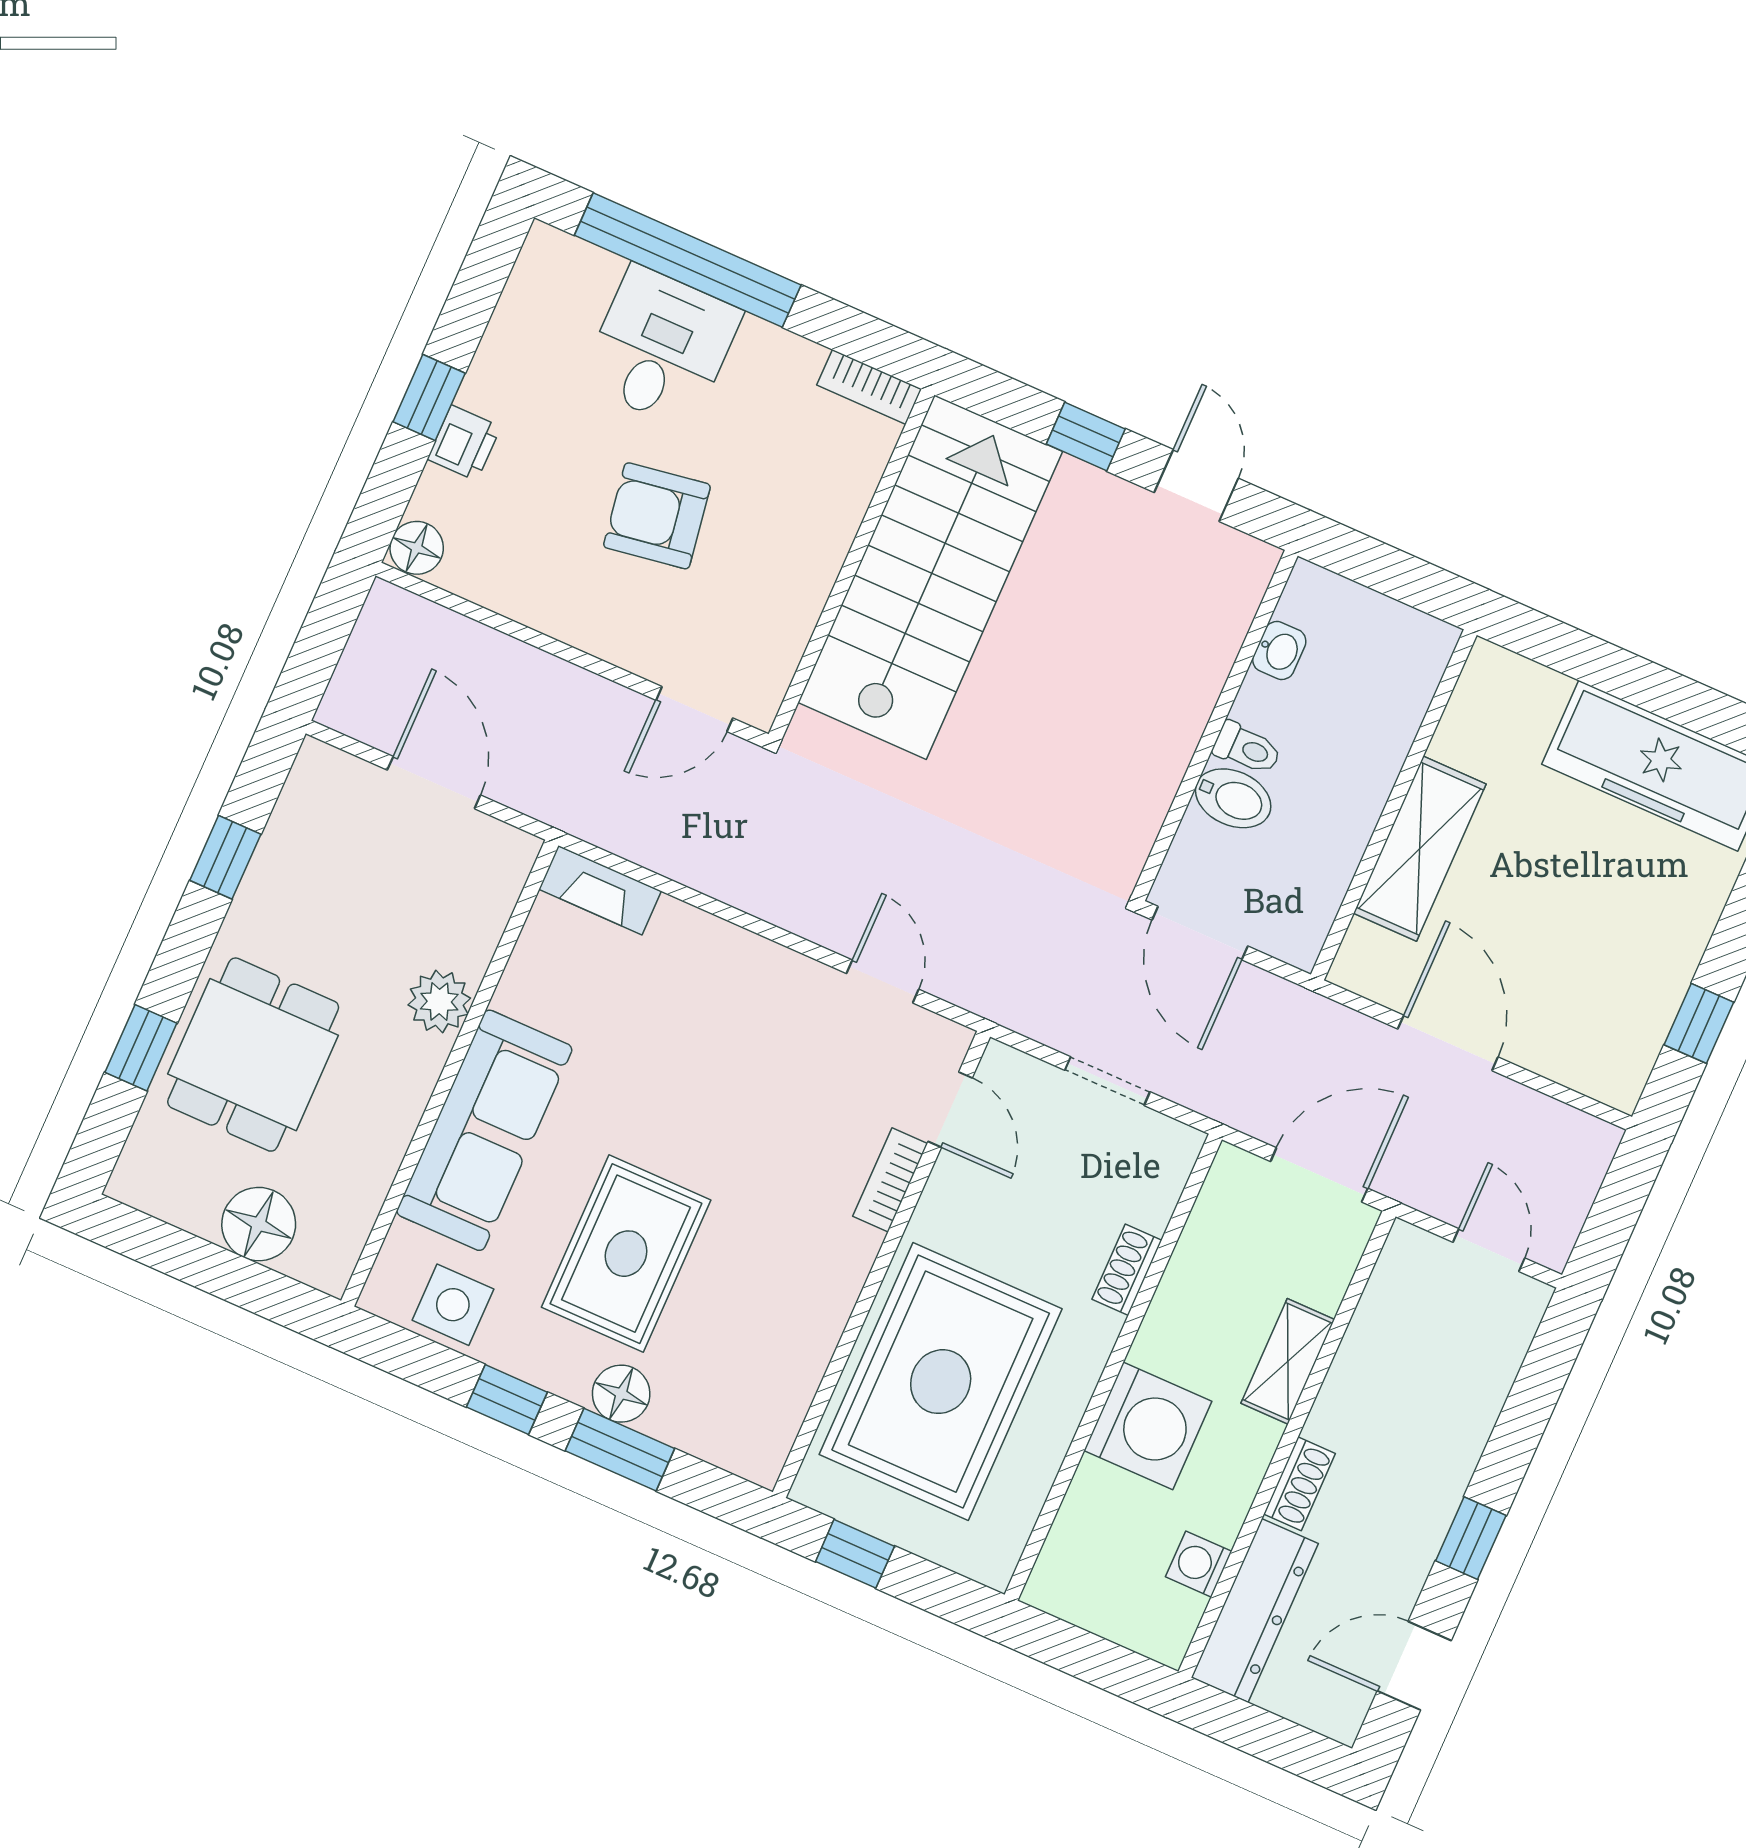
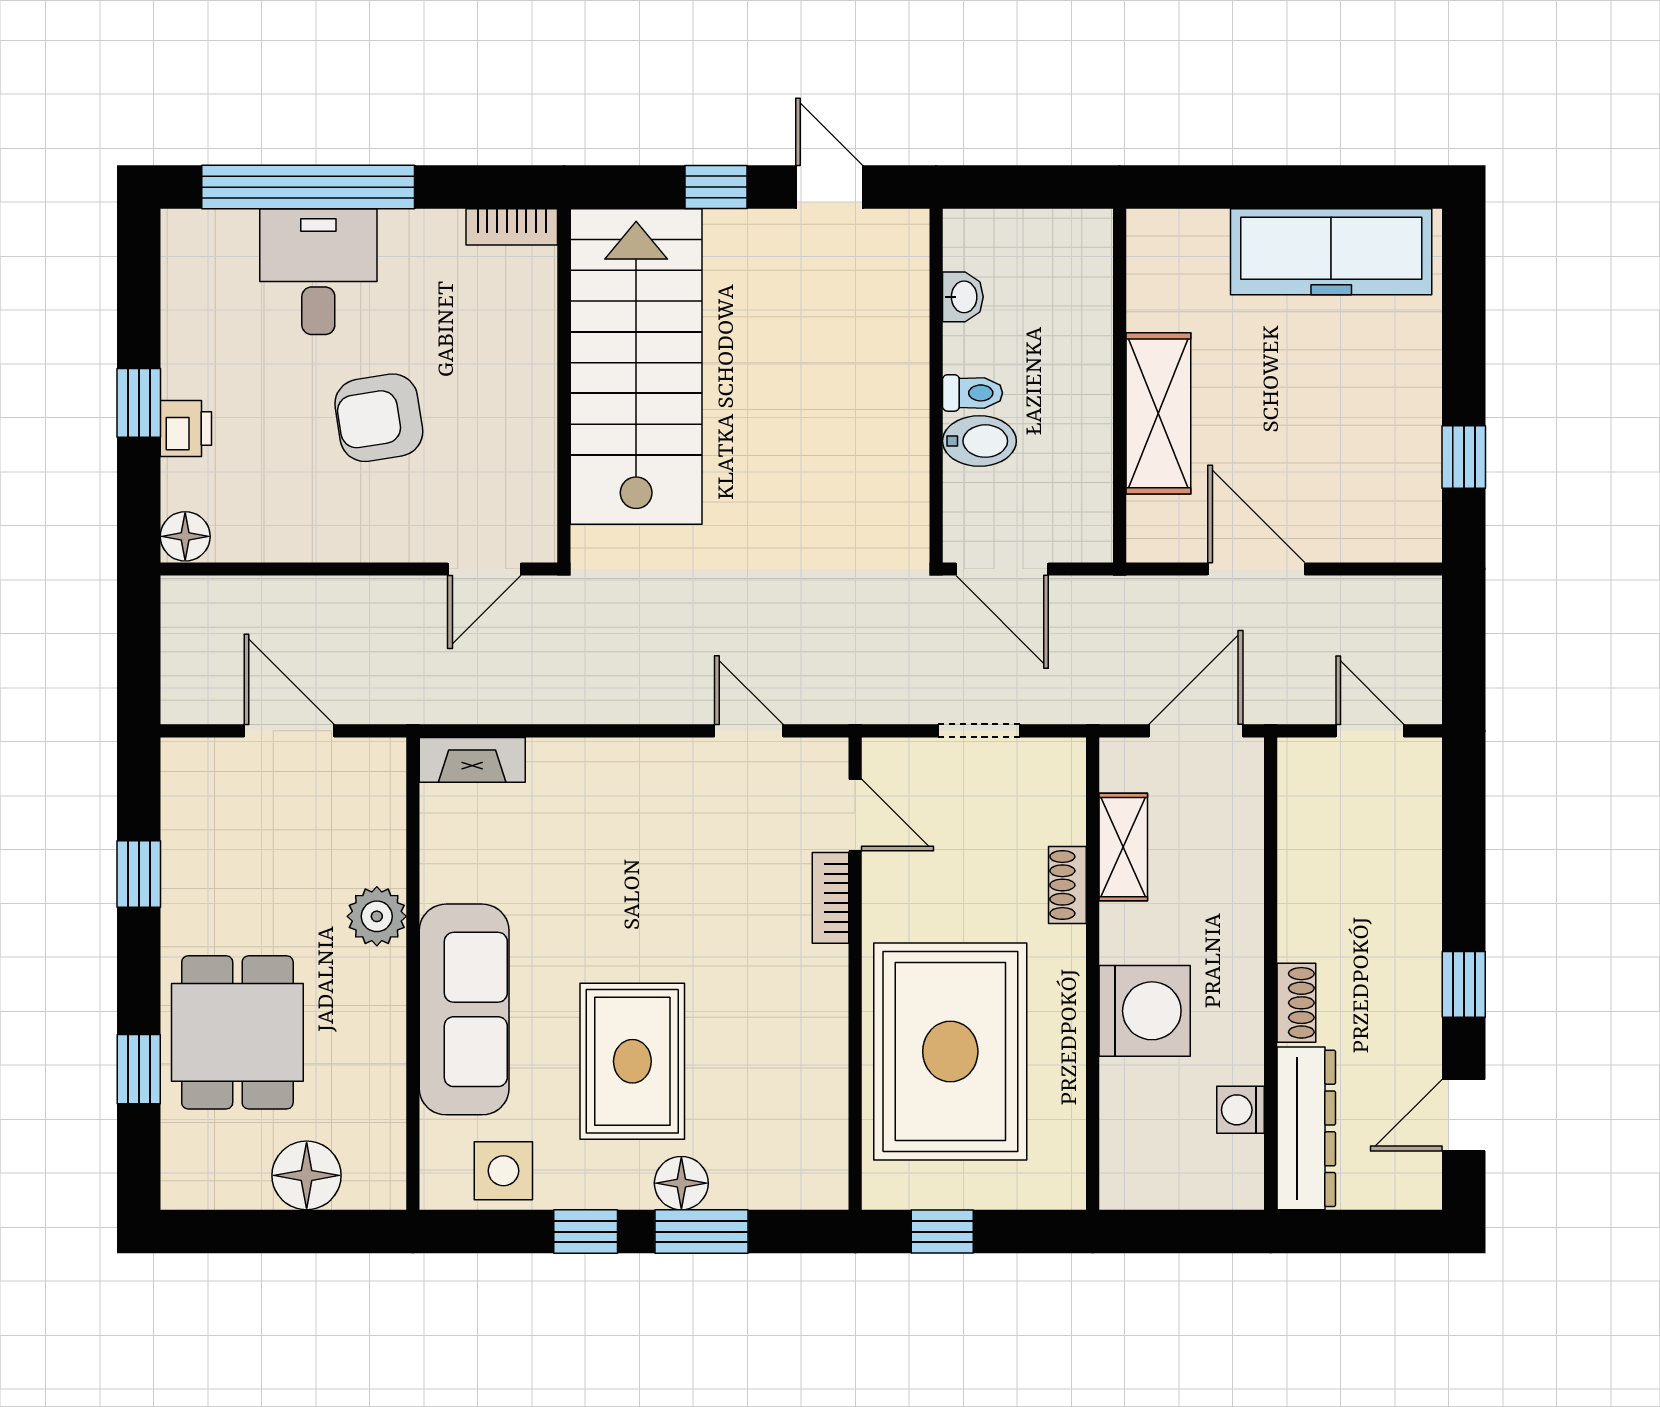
shelving: (1288, 1361) -> (1123, 847), moved

